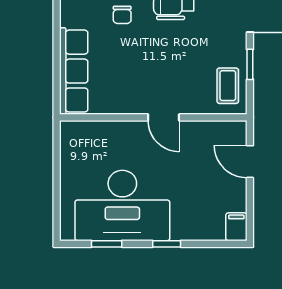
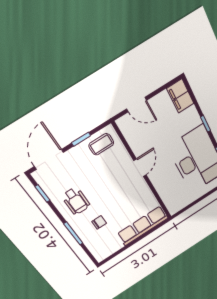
door: (250, 162) -> (137, 105), hinge flipped
filing cabinet: (236, 227) -> (180, 96), width x2.00

